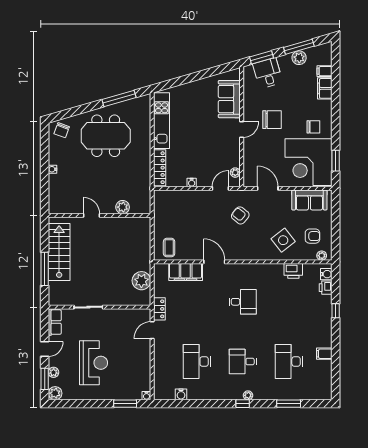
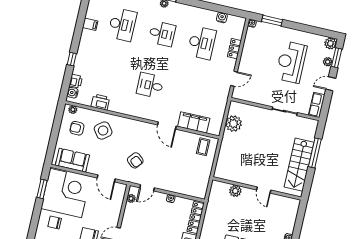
locker: (159, 309) -> (234, 49), moved

